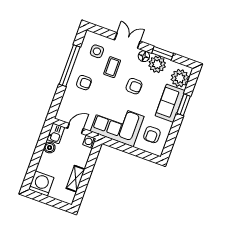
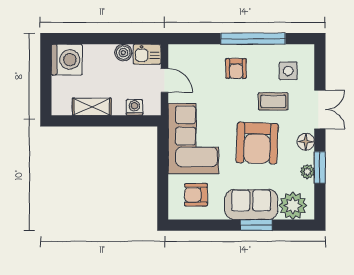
plant: (157, 64) -> (307, 172), width x0.53, depth x0.53
armchair: (134, 86) -> (257, 143), width x1.88, depth x1.88
washing machine: (89, 142) -> (134, 107), moved

